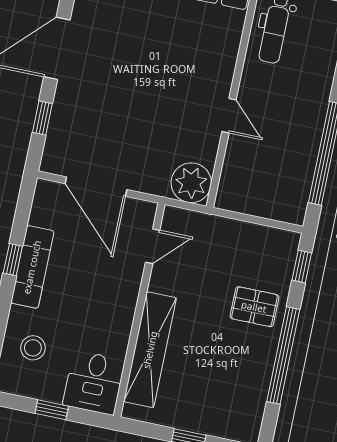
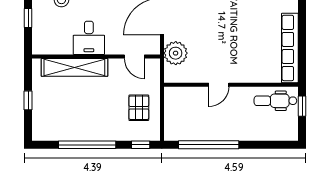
plant: (191, 183) -> (176, 53), moved
pallet: (254, 307) -> (139, 108), moved
desk: (94, 383) -> (89, 38), moved, turned -90

